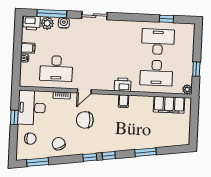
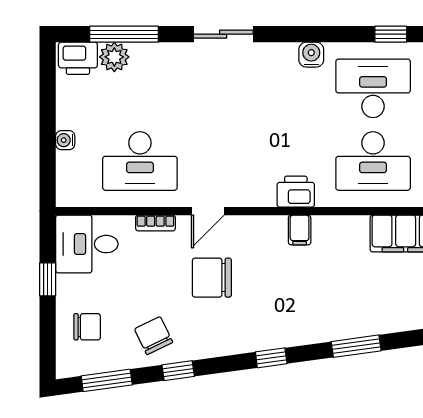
water cooler: (64, 23) -> (311, 55), moved
filing cabinet: (28, 48) -> (72, 116), removed
desk: (32, 108) -> (87, 244), width x0.73
window: (90, 157) -> (178, 371), moved

